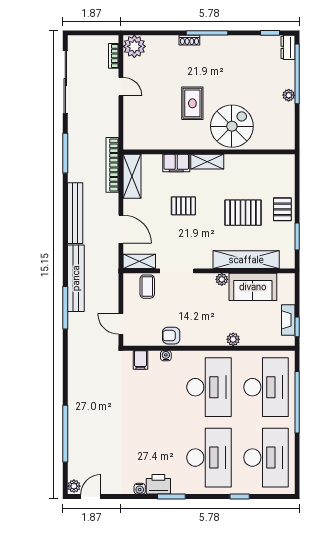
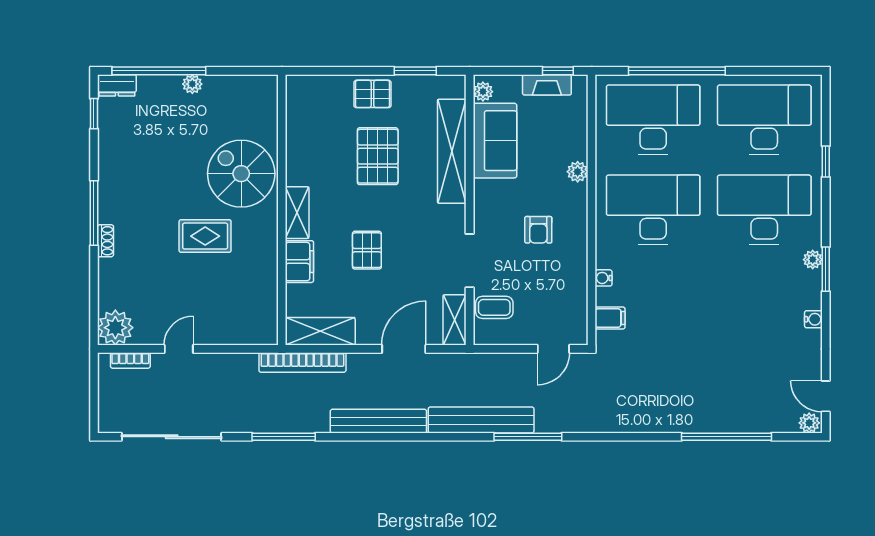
plant: (222, 279) -> (483, 92), moved
armchair: (171, 336) -> (538, 230), moved
printer: (158, 484) -> (806, 290), removed
plant: (178, 488) -> (813, 260), added

